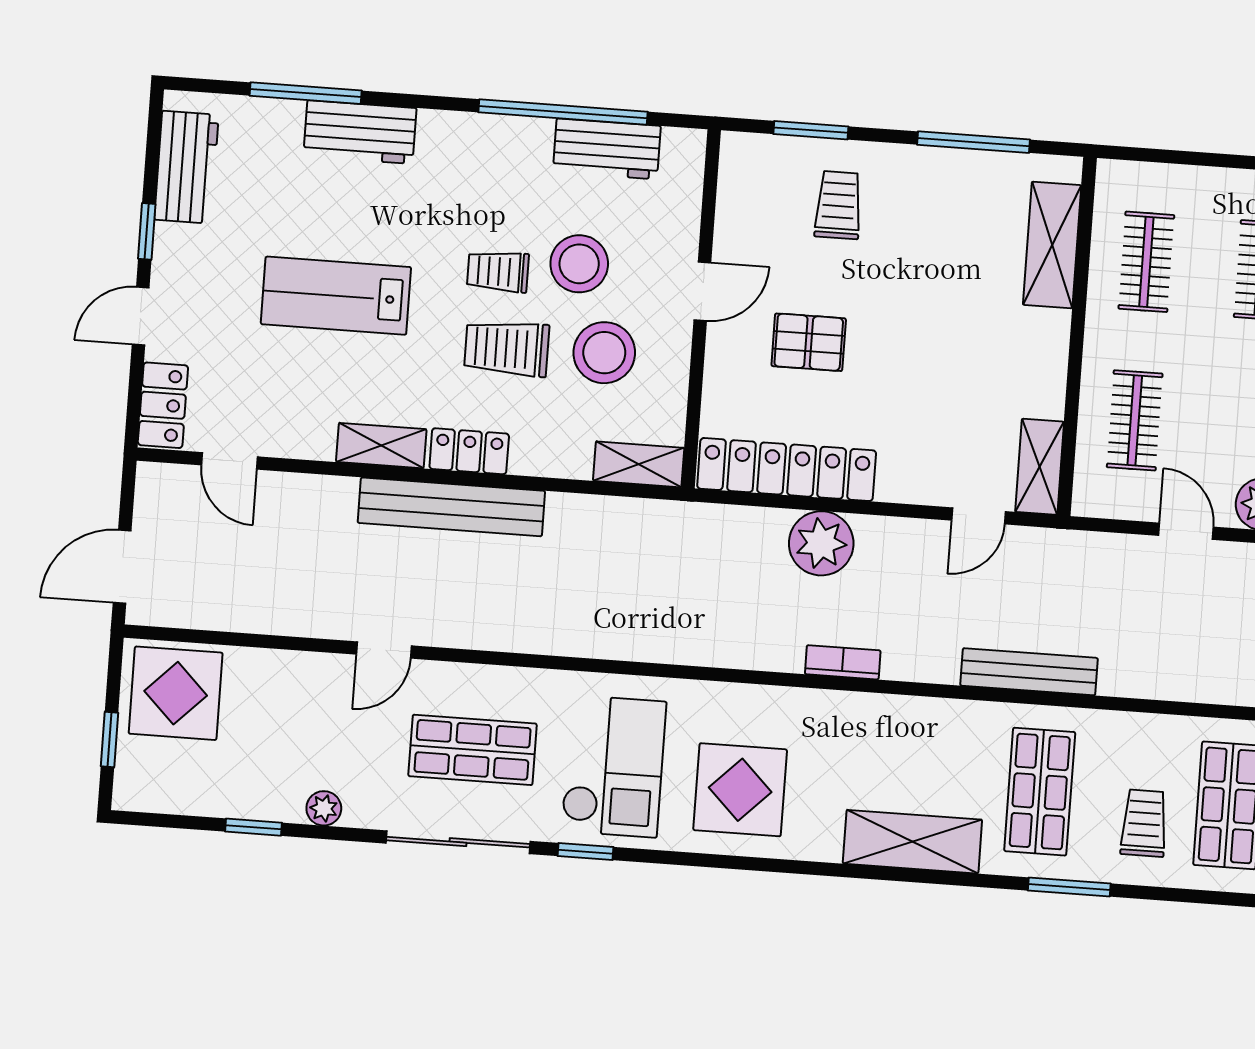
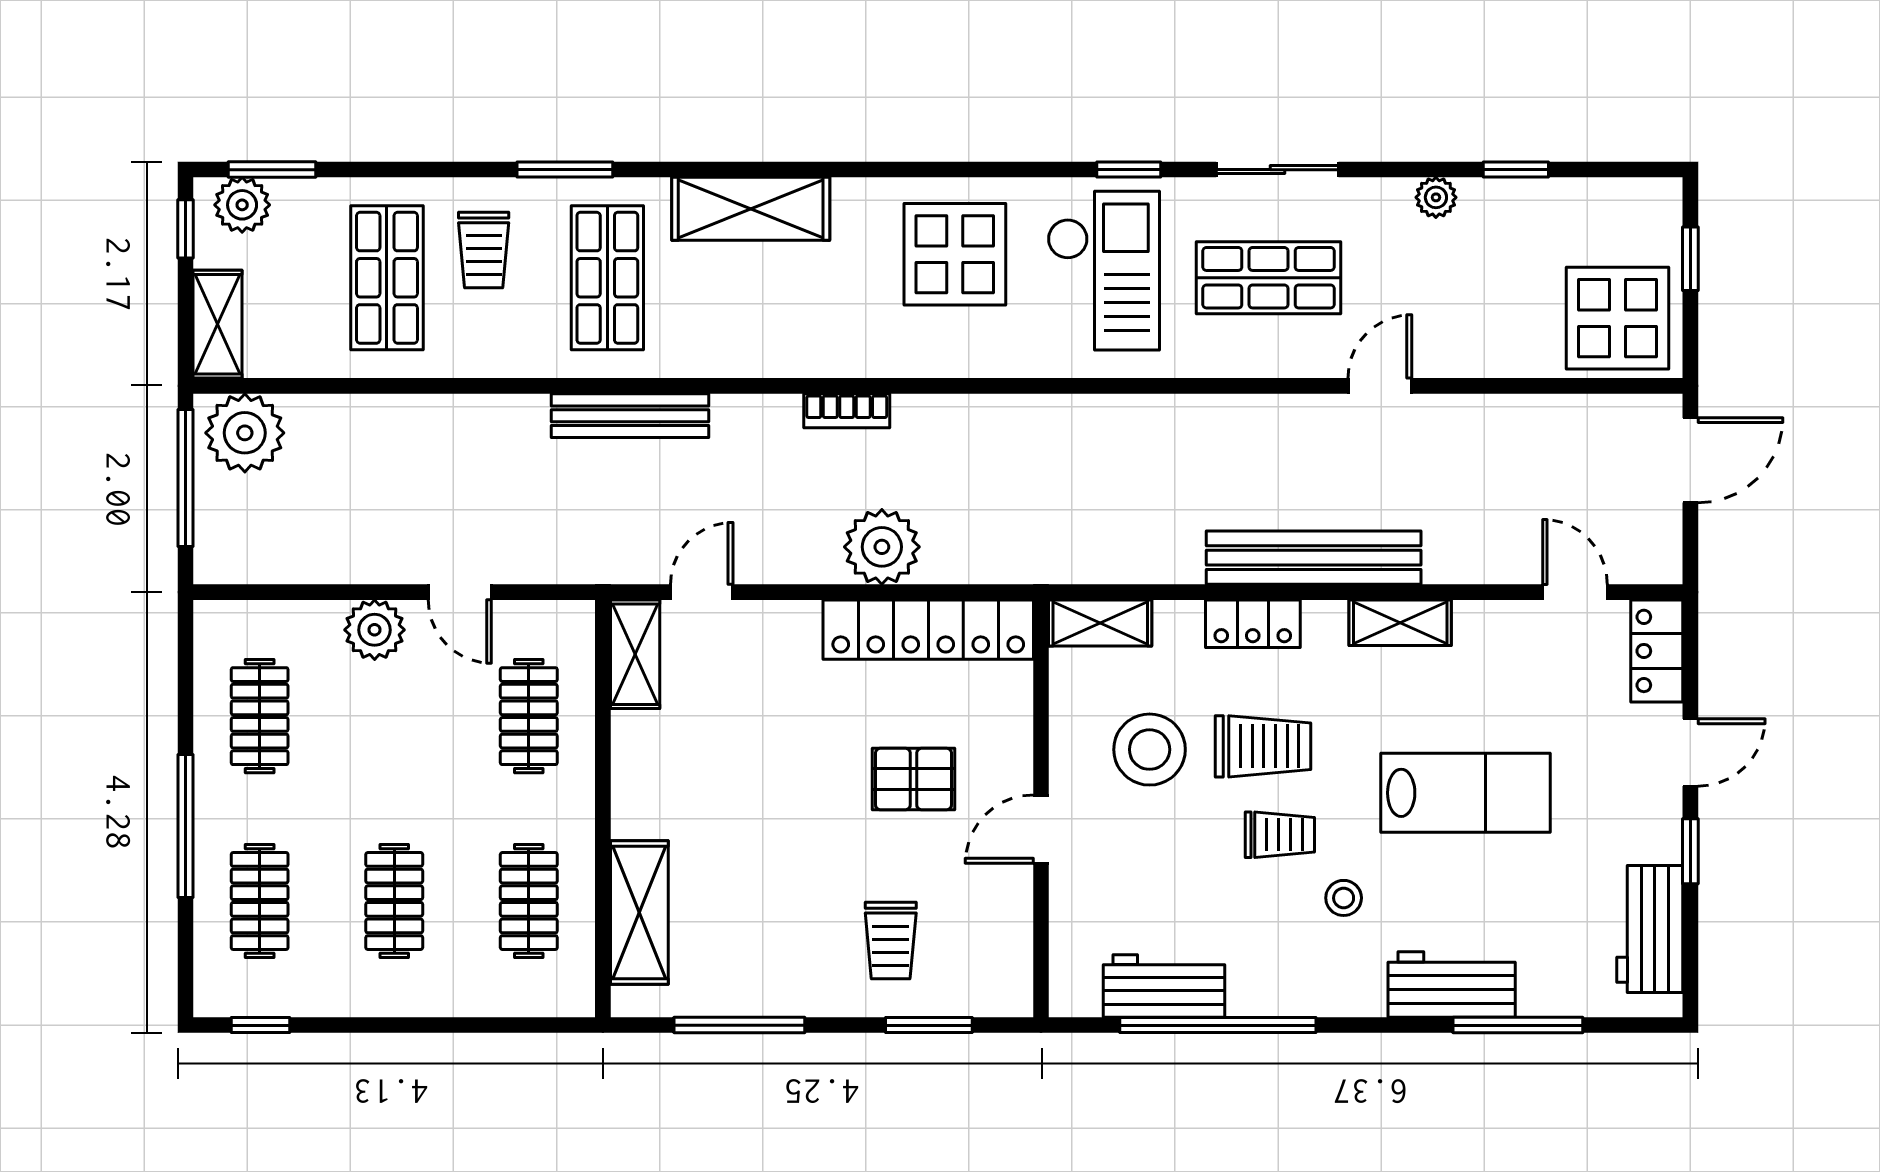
stool: (579, 264) -> (1344, 898), moved, width x0.53, depth x0.53
locker: (469, 451) -> (1253, 624), moved
checkout: (614, 766) -> (1104, 271), turned 180
sliding door: (458, 842) -> (1277, 170), width x0.73

